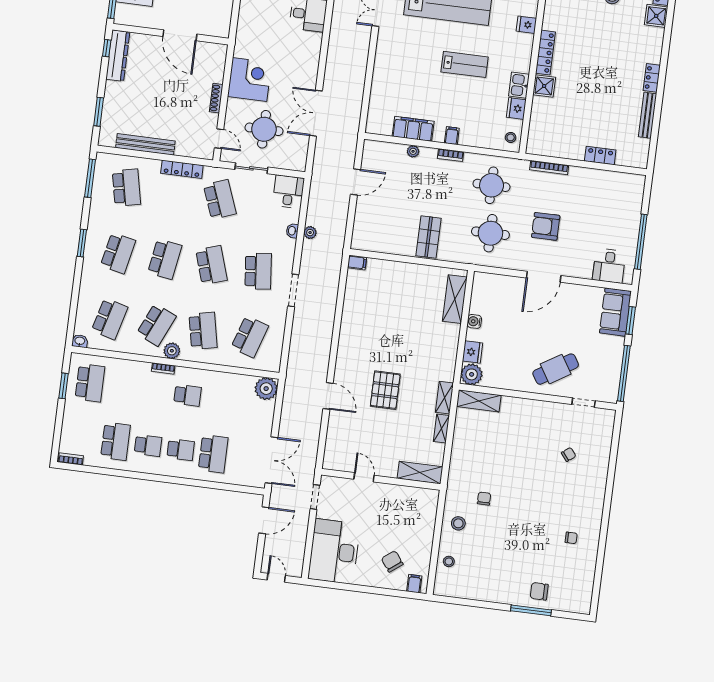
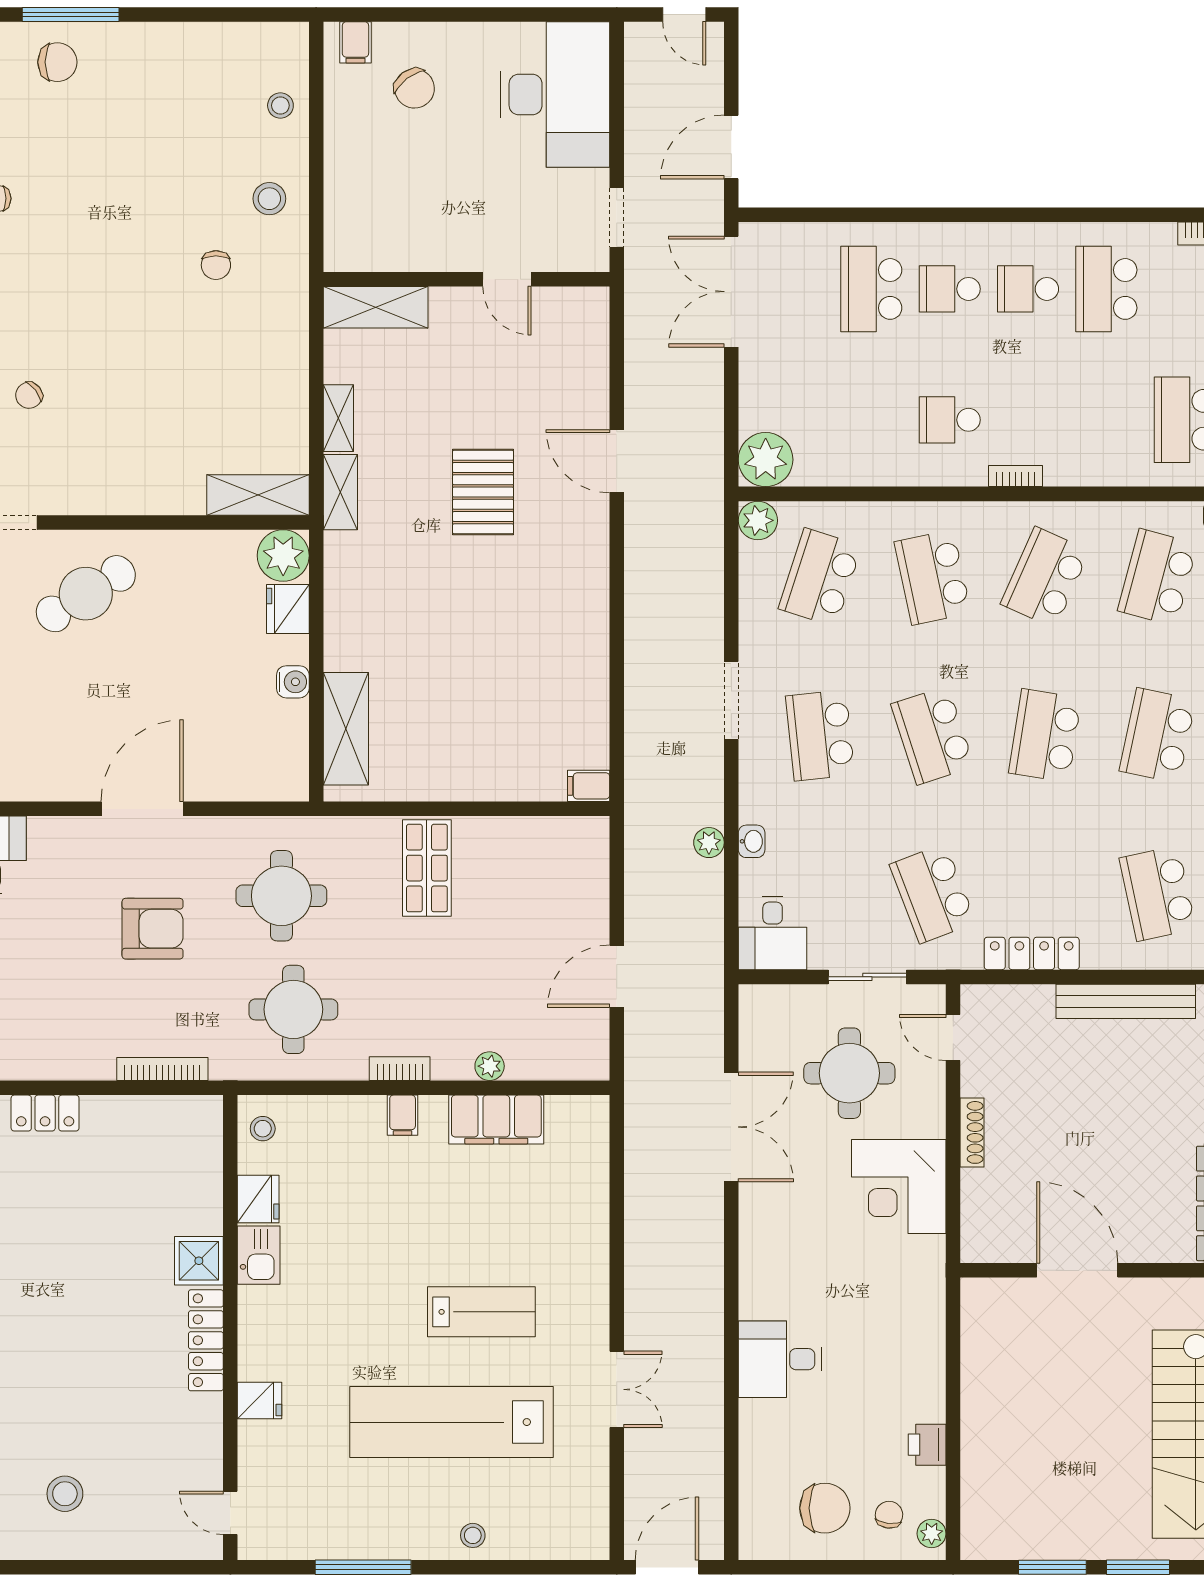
lab bench: (465, 64) -> (481, 1312), moved, turned 180
plant: (172, 351) -> (758, 520), moved

